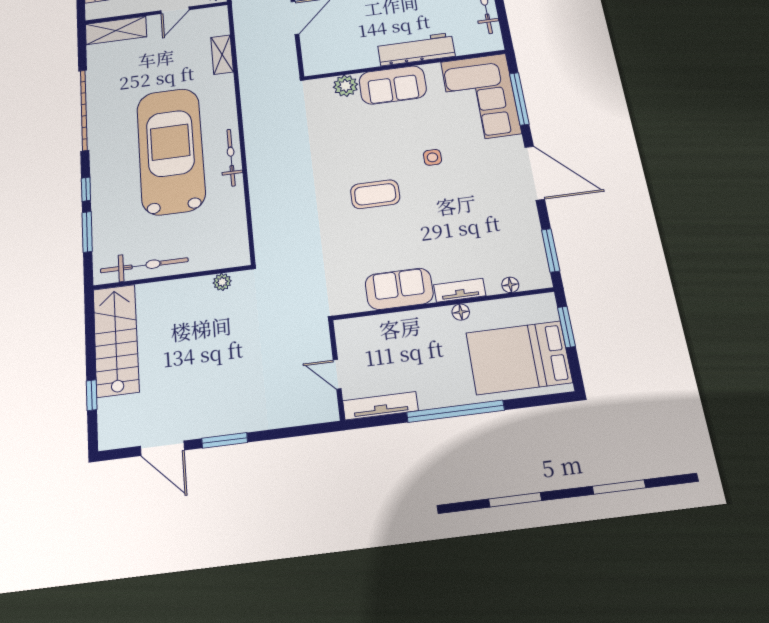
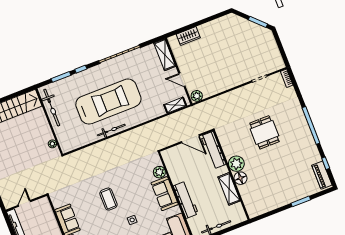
shelving: (222, 55) -> (175, 105), moved

